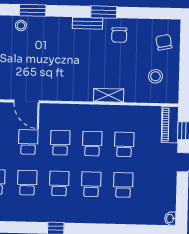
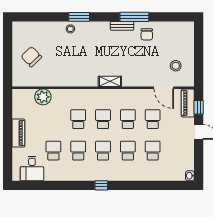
window: (104, 12) -> (134, 17), width x1.44
chair: (164, 42) -> (182, 39), removed
shelving: (109, 95) -> (110, 81), moved
door: (27, 101) -> (164, 88), moved

